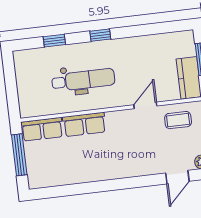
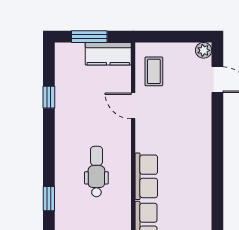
window: (100, 35) -> (49, 97), moved
dental chair: (83, 80) -> (96, 172), width x0.73, depth x0.72

